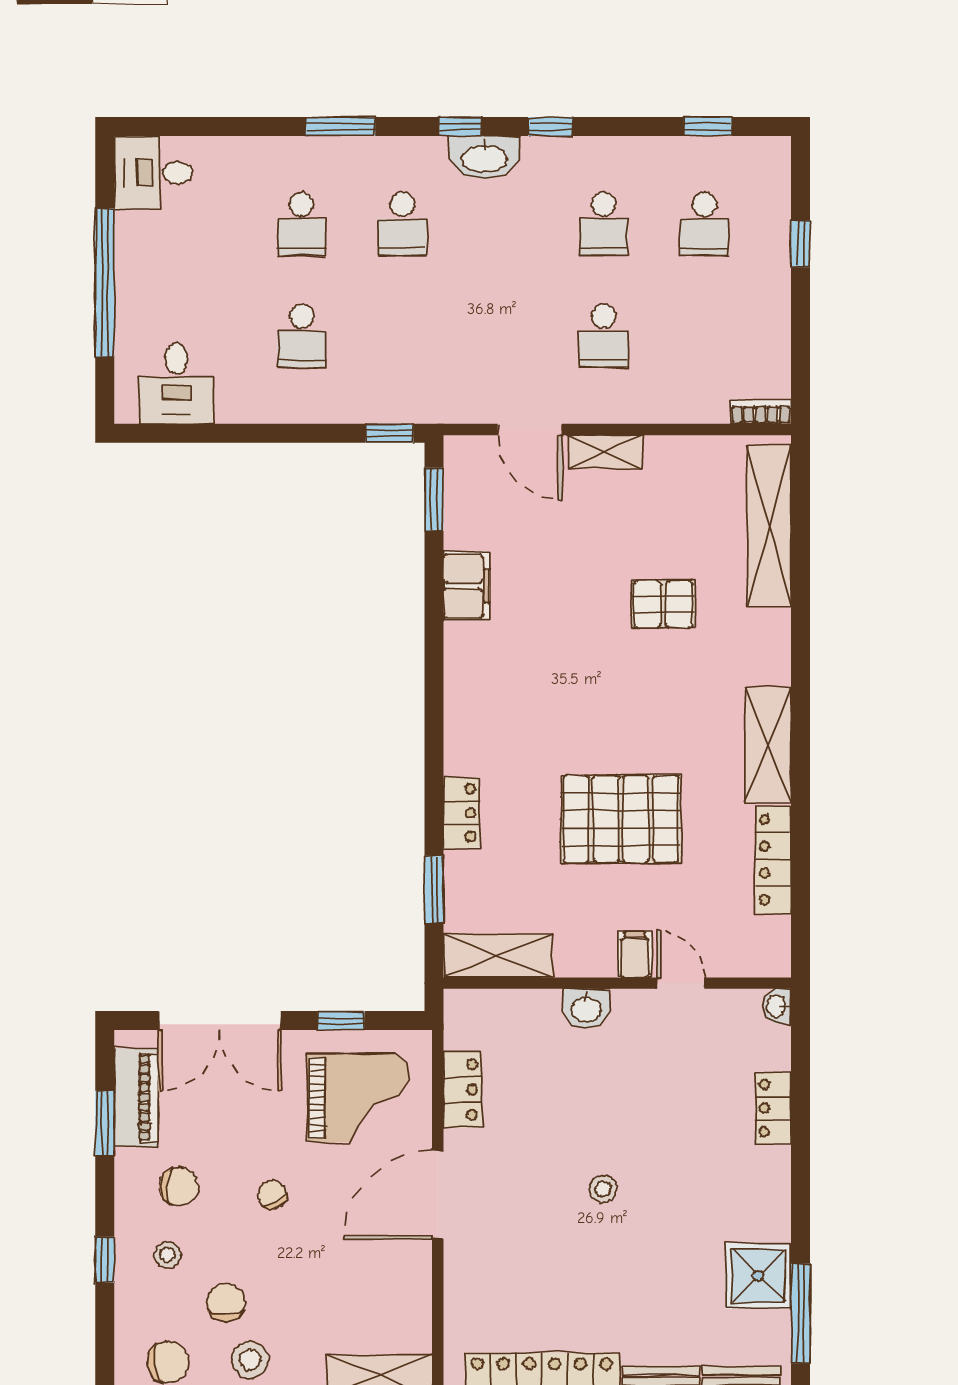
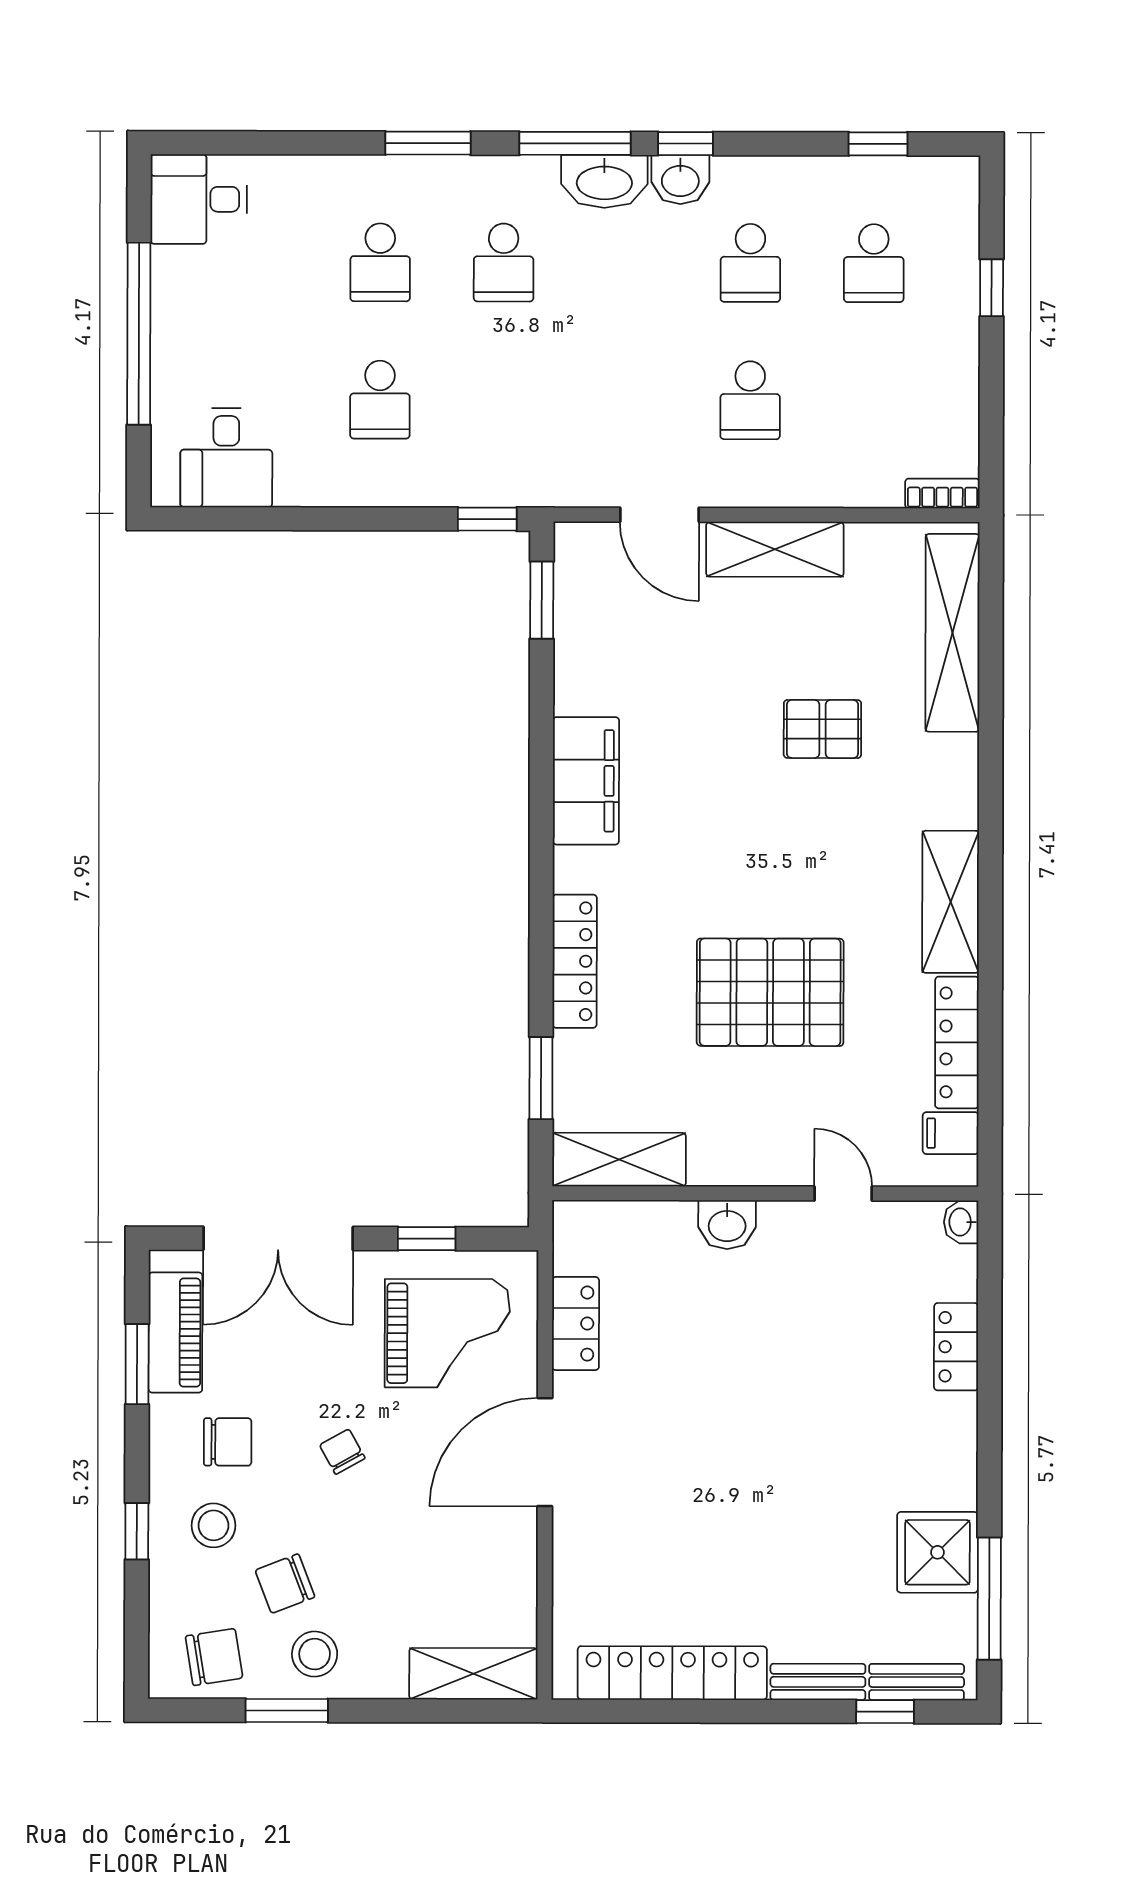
window: (460, 127) -> (575, 143), width x2.17
washbasin: (546, 156) -> (680, 180), added
shelving: (605, 452) -> (775, 549), width x1.50, depth x1.33
filing cabinet: (466, 586) -> (586, 781), moved, width x1.50, depth x1.17
locker: (461, 813) -> (575, 961), width x1.53
filing cabinet: (635, 955) -> (951, 1133), moved, turned -90
stool: (603, 1189) -> (748, 1445), removed
stool: (167, 1255) -> (213, 1525), width x1.37, depth x1.37
chair: (226, 1302) -> (285, 1584), turned -111

